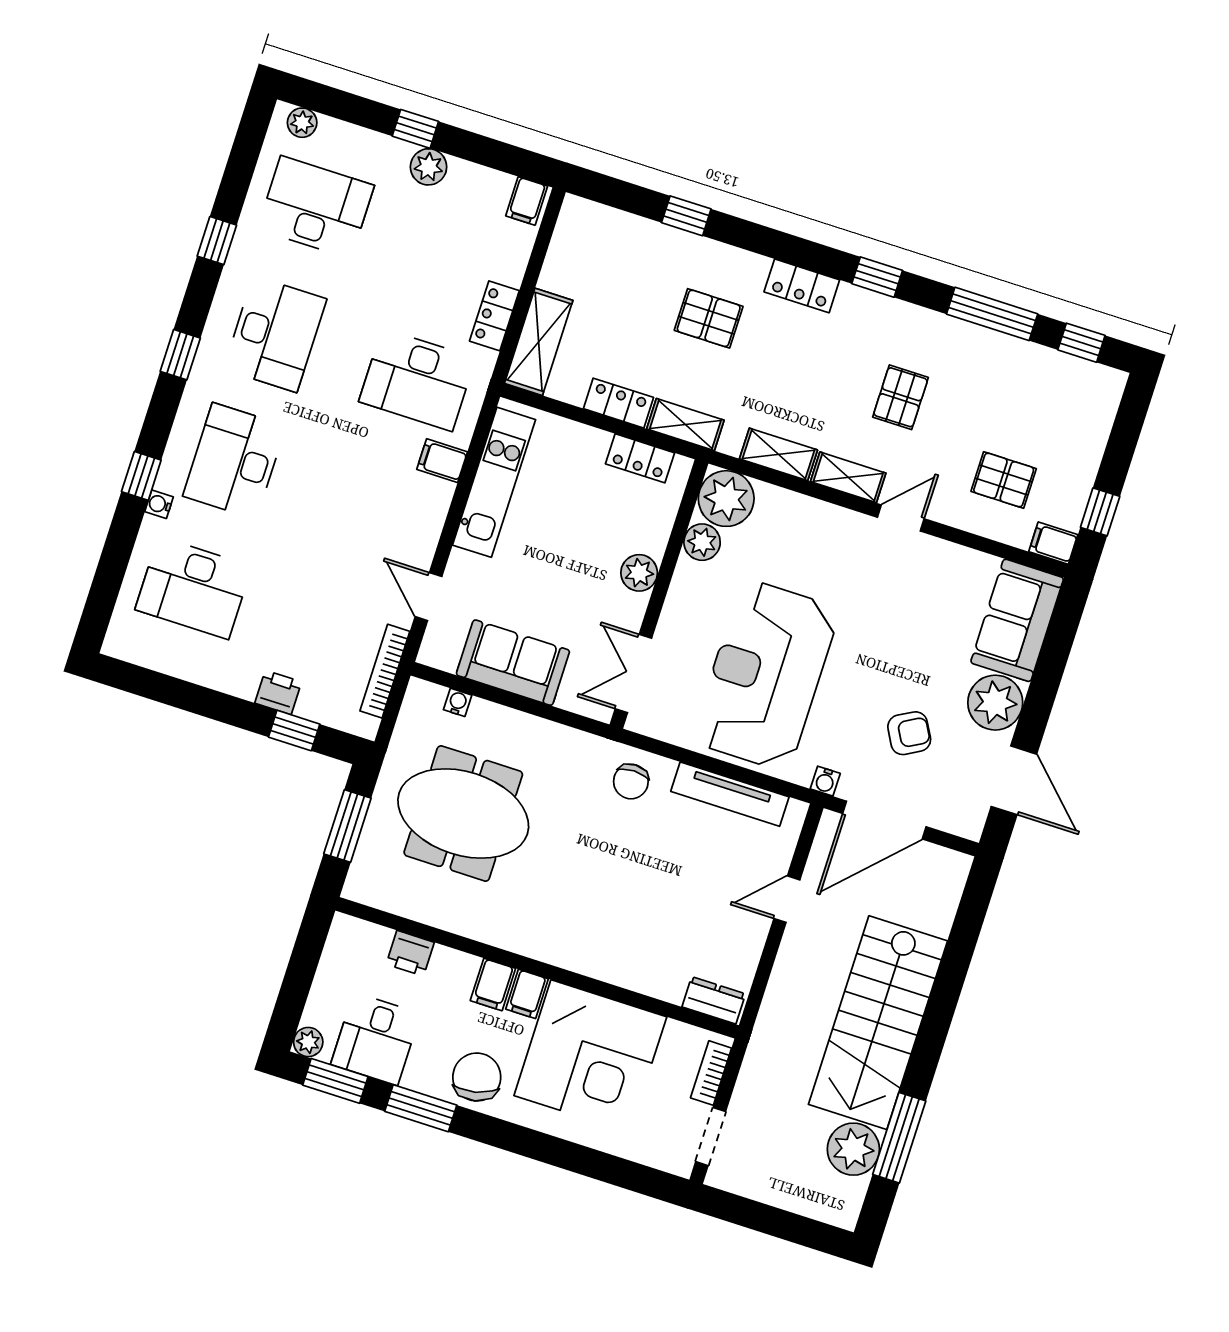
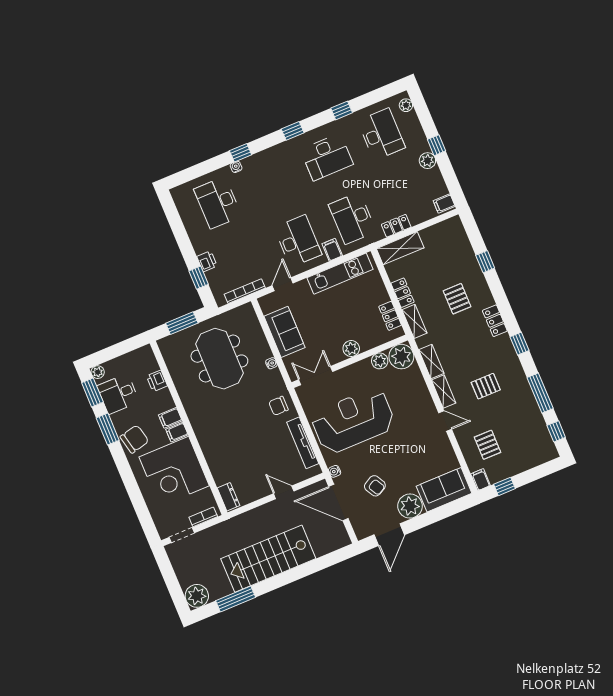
desk: (234, 461) -> (298, 241), moved, turned 90
water cooler: (458, 702) -> (271, 363), moved
plant: (853, 1149) -> (197, 596), moved

